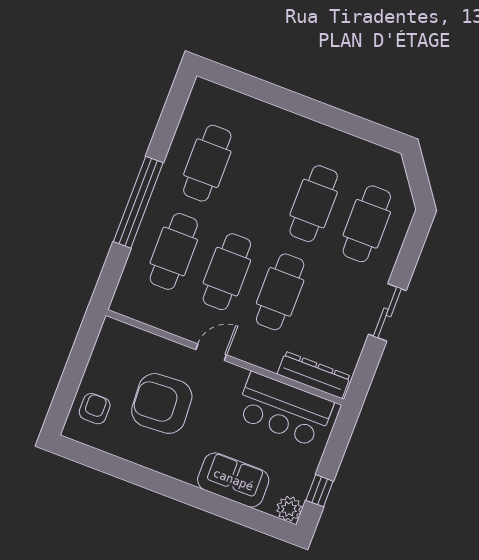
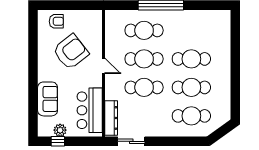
cafe table: (207, 163) -> (191, 59), moved
sliding door: (387, 312) -> (131, 141), moved
armchair: (162, 403) -> (71, 52), turned 55
plant: (289, 509) -> (60, 130), moved

